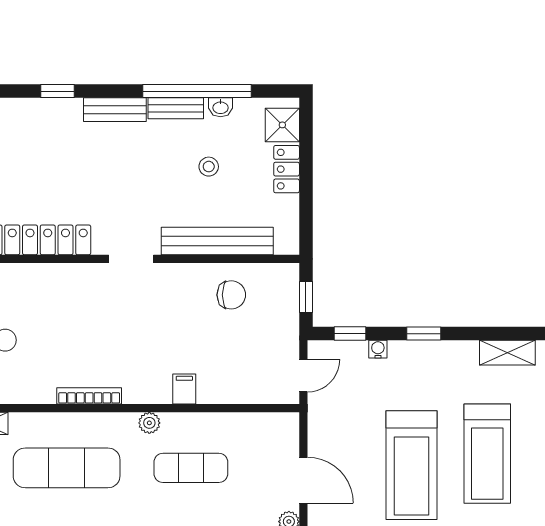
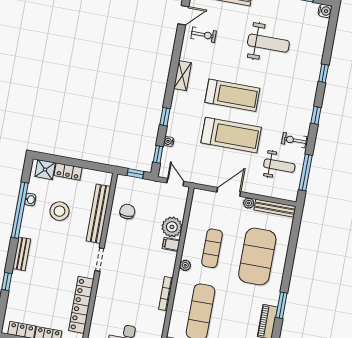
bench: (176, 108) -> (27, 223), removed
stool: (209, 167) -> (59, 211), width x1.89, depth x1.89
plant: (217, 385) -> (172, 227), added

